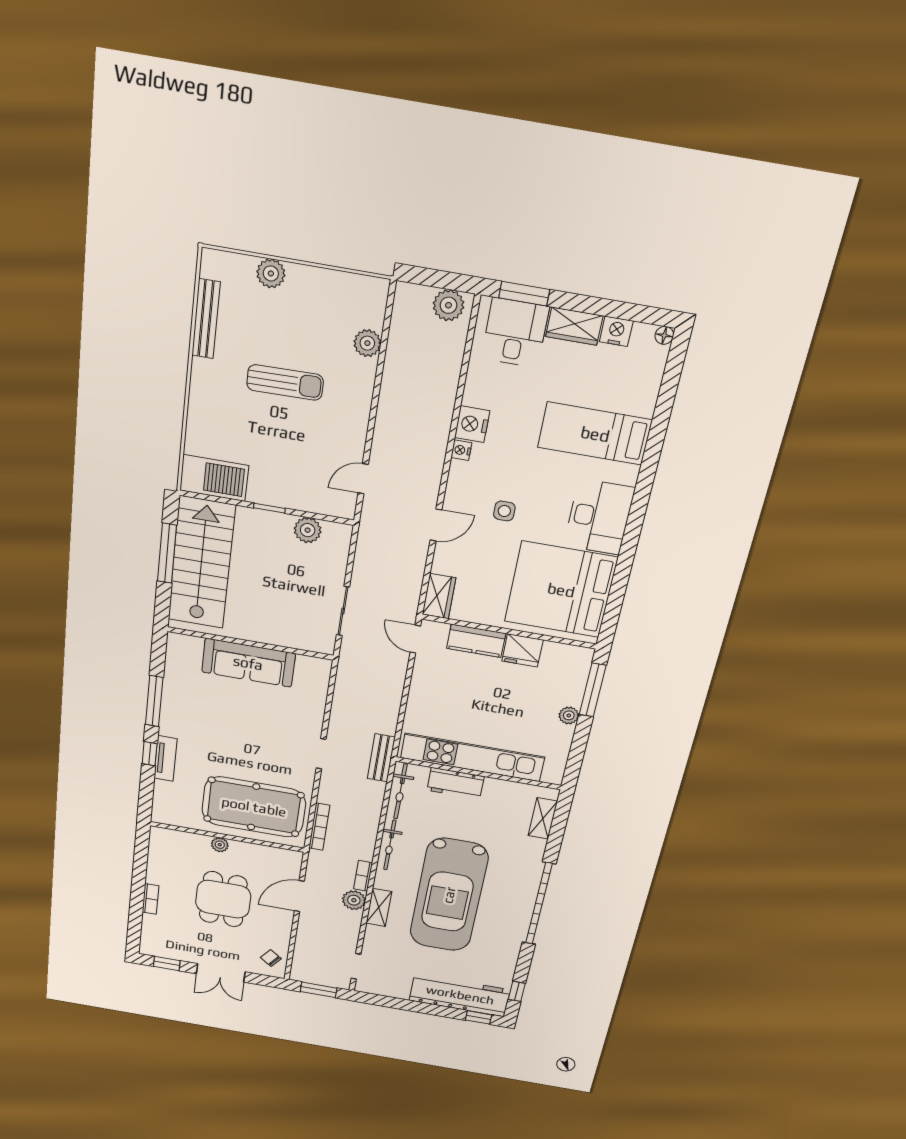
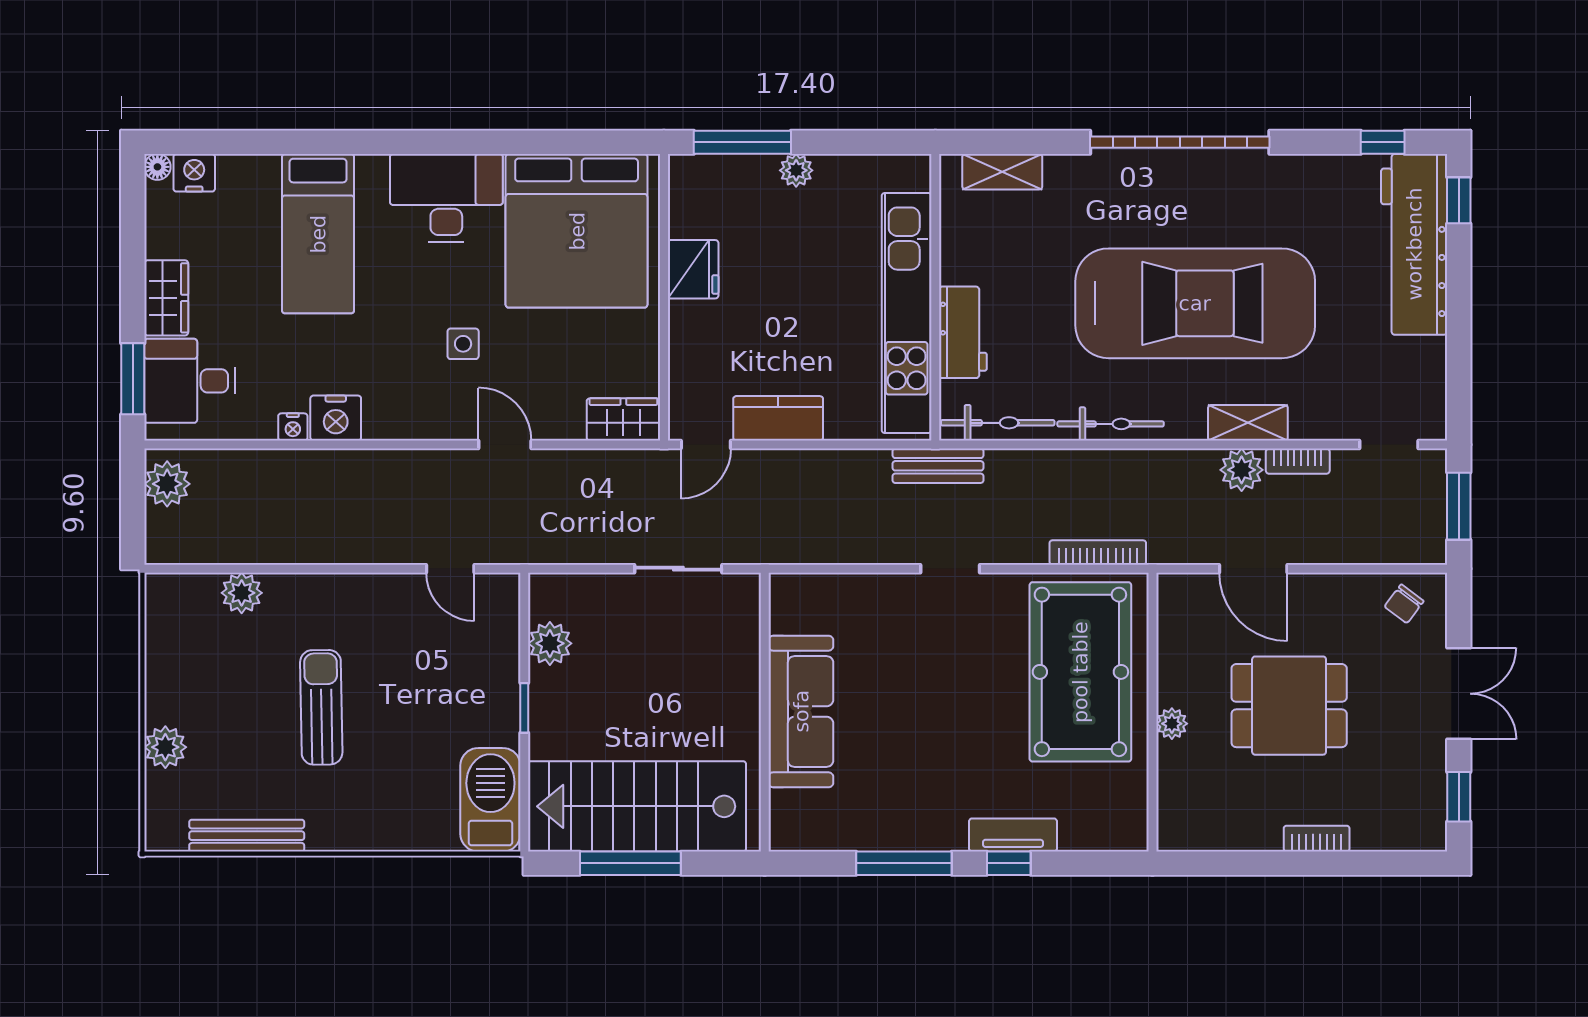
nightstand: (616, 331) -> (194, 173), moved, turned 90
nightstand: (461, 450) -> (293, 427), moved
kitchen counter: (476, 641) -> (778, 418), moved, turned -90
bookcase: (363, 876) -> (1298, 461), moved

